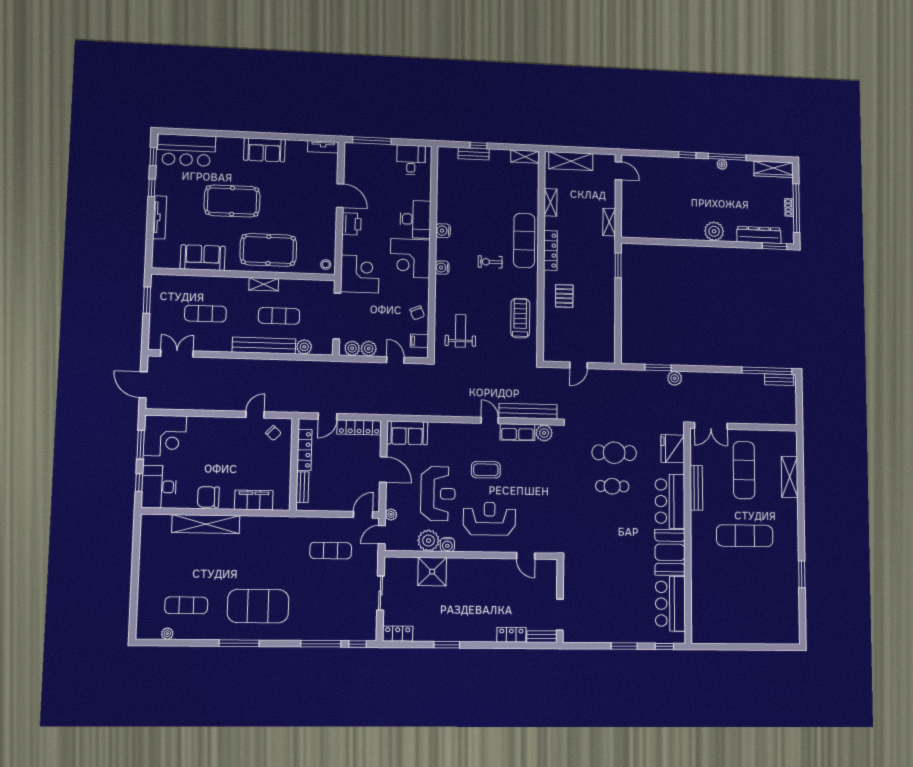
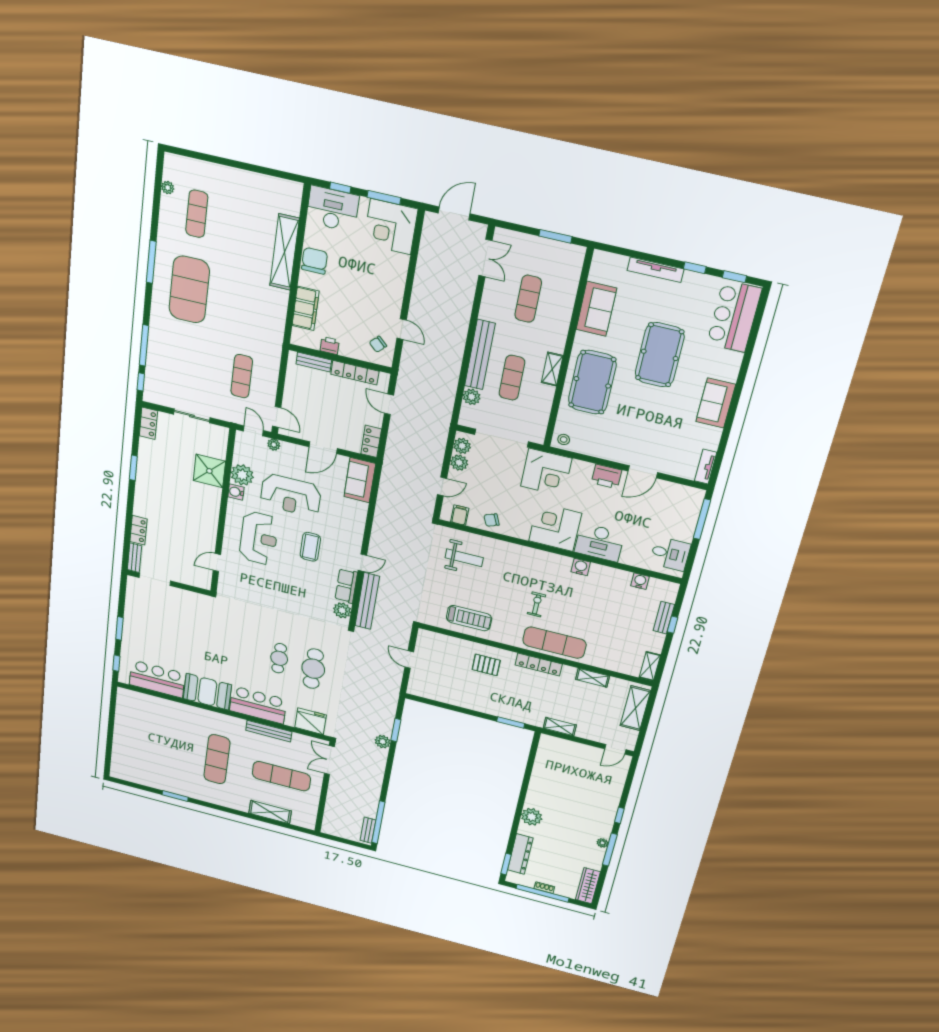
water cooler: (442, 268) -> (640, 581), moved
locker: (359, 427) -> (371, 441), width x0.66
printer: (284, 475) -> (330, 345), added

